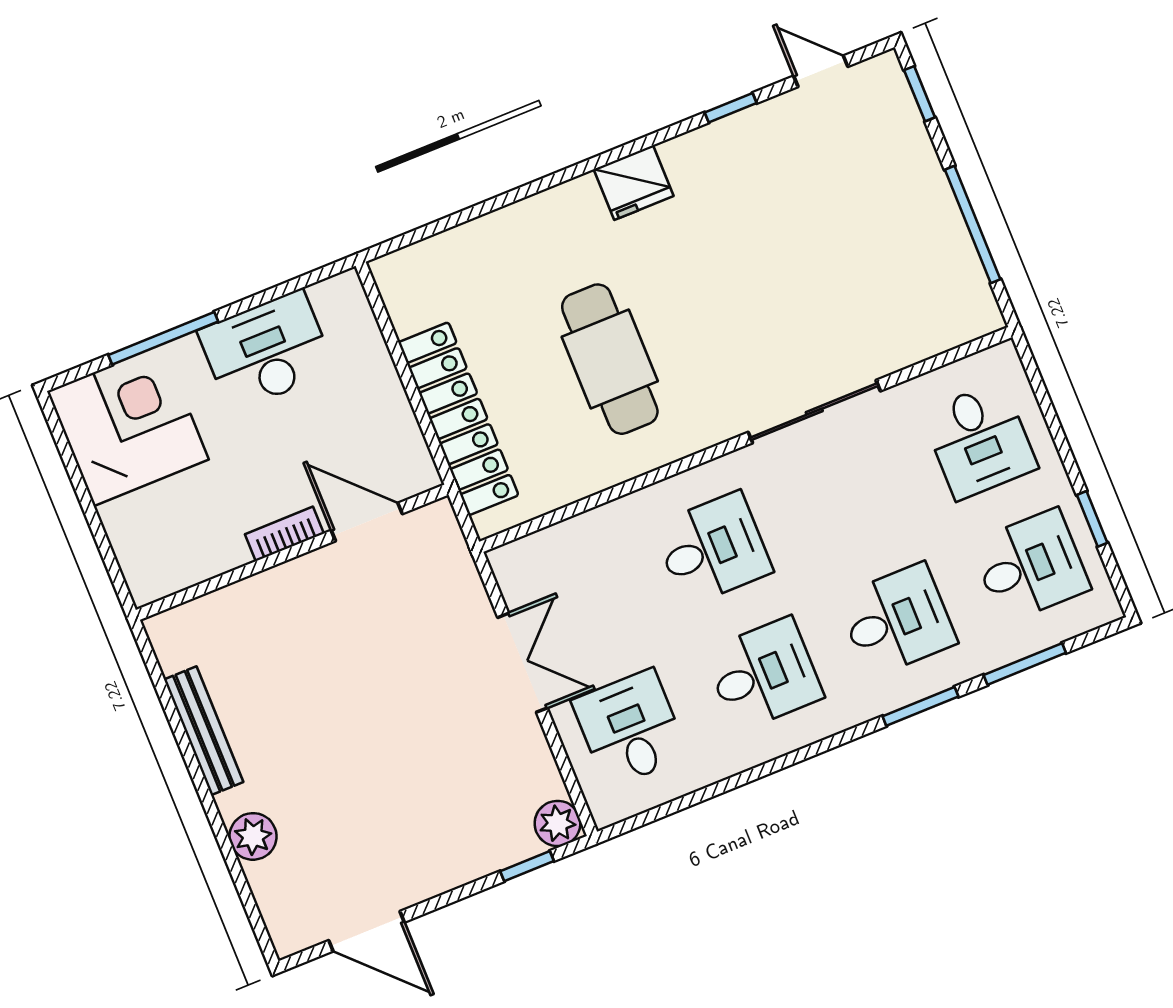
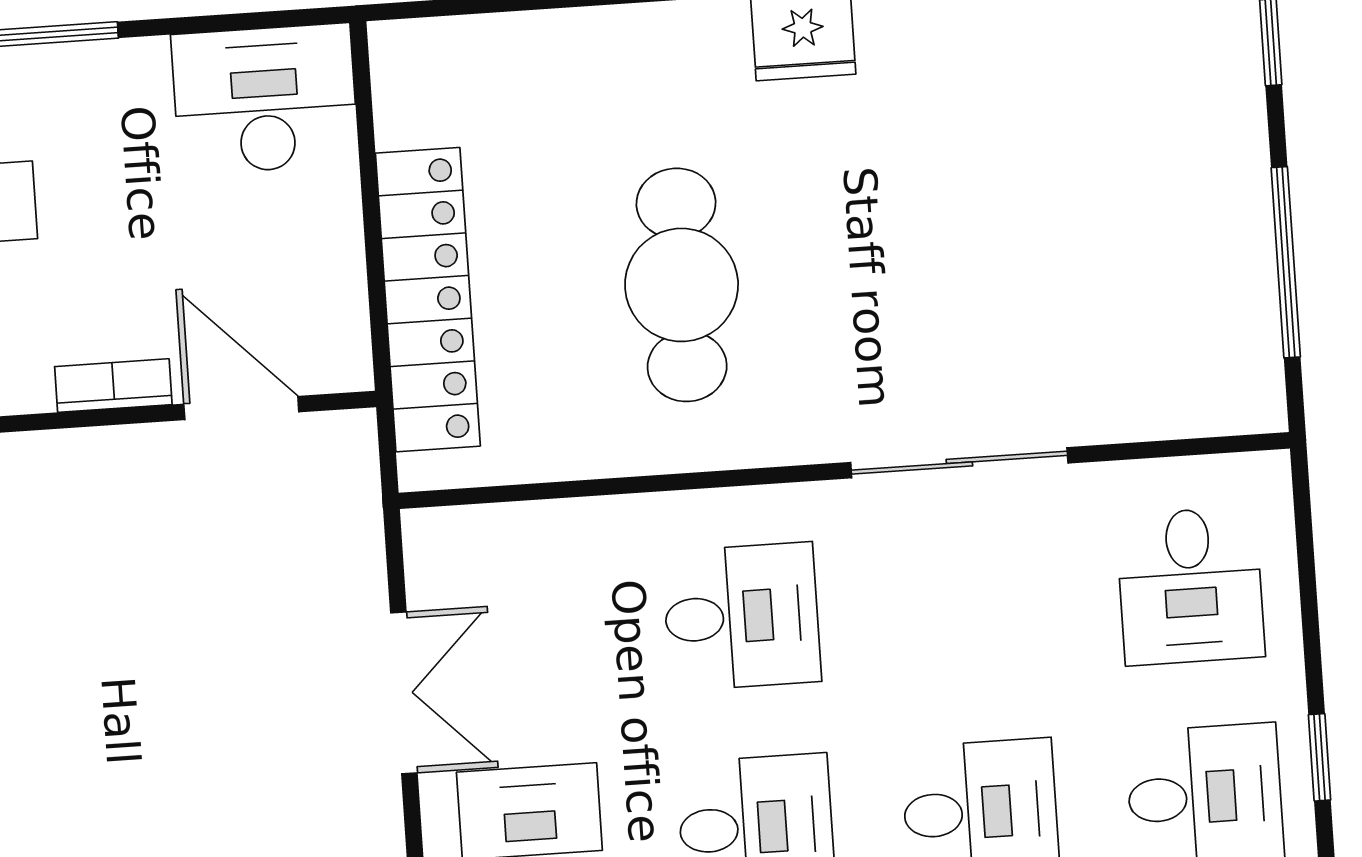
desk: (266, 351) -> (265, 99), moved

